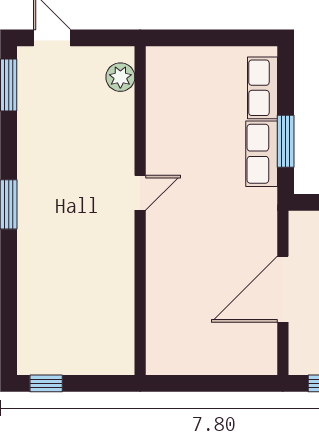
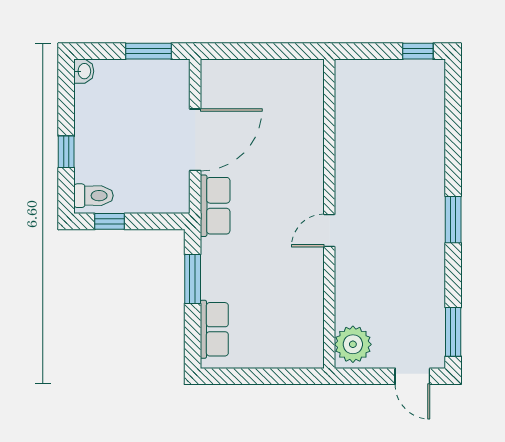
plant: (120, 77) -> (353, 344), width x1.36, depth x1.36
row of seats: (262, 154) -> (215, 206), moved

